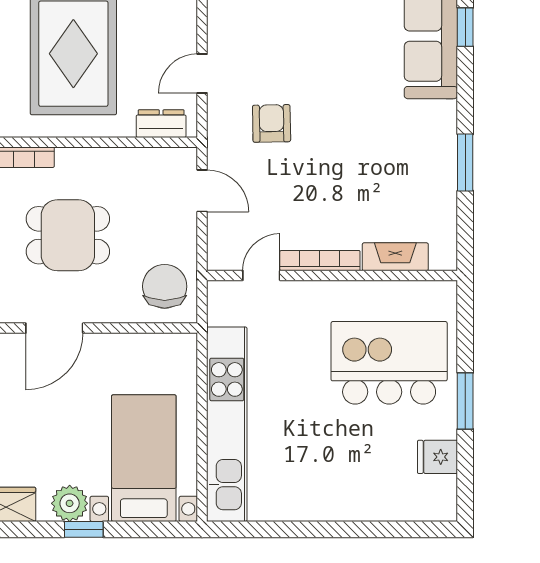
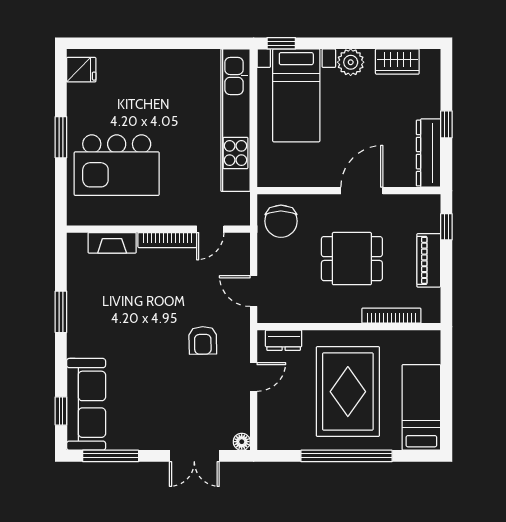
fridge: (437, 457) -> (81, 70), moved
window: (84, 529) -> (281, 43), moved

